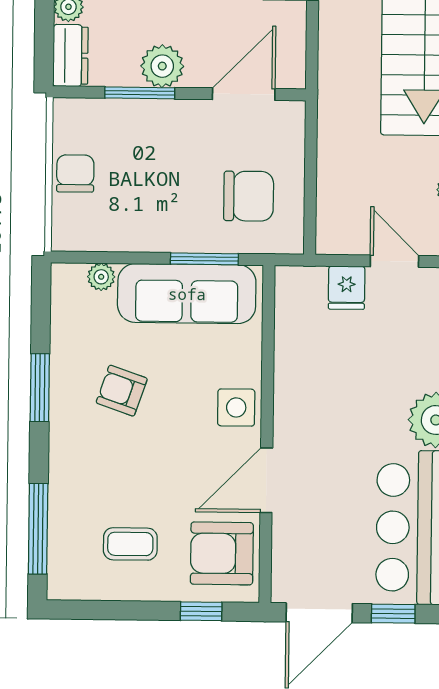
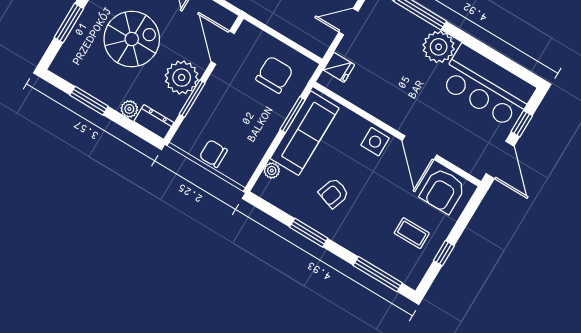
plant: (162, 66) -> (182, 77), width x1.36, depth x1.36
fridge: (347, 288) -> (339, 67), moved
coffee table: (130, 544) -> (412, 233), turned 90
window: (201, 611) -> (444, 253), moved

